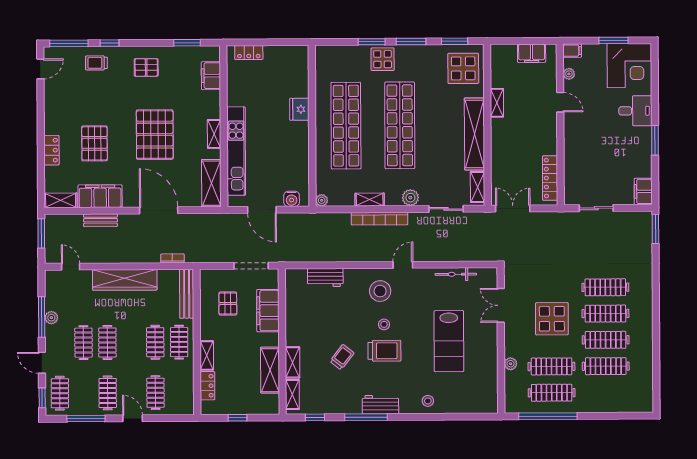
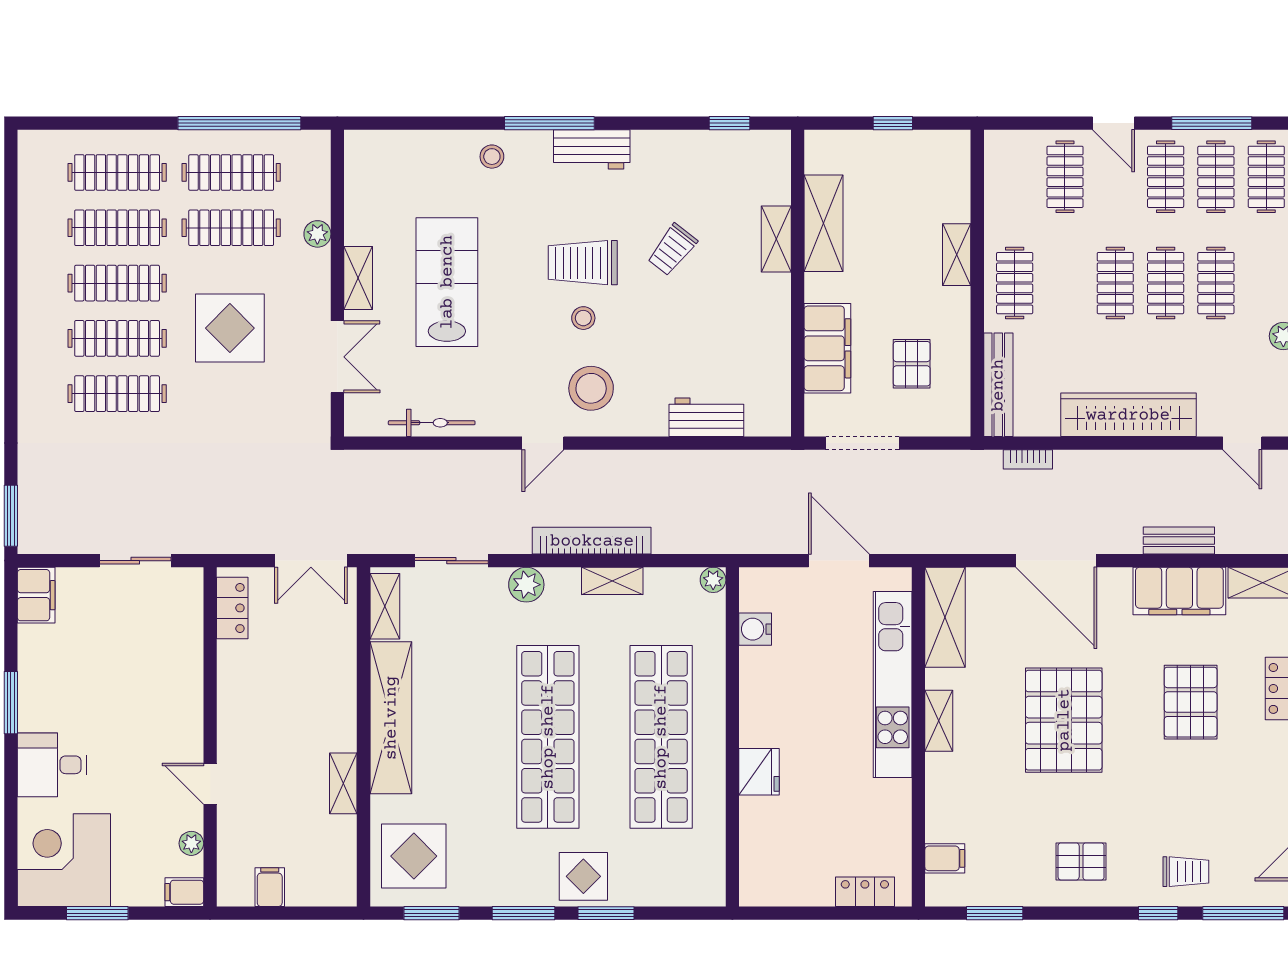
filing cabinet: (532, 53) -> (270, 887), width x0.50
filing cabinet: (211, 76) -> (945, 858), width x0.50
locker: (550, 178) -> (232, 608), width x0.66
water cooler: (292, 199) -> (755, 629), moved, turned -90
clothes rail: (155, 342) -> (1115, 283), moved
locker: (207, 386) -> (956, 191), removed
clothes rail: (606, 392) -> (117, 172), added
clothes rail: (84, 393) -> (1216, 177), added
shelving: (292, 395) -> (358, 278), moved
window: (366, 417) -> (549, 123), moved

